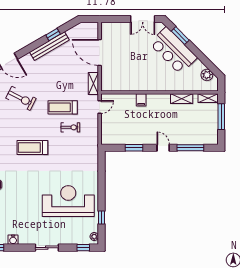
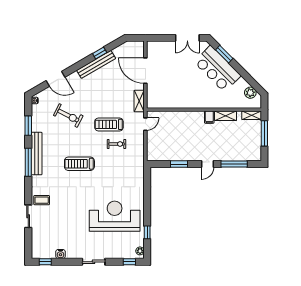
filing cabinet: (141, 100) -> (209, 117), moved
door: (163, 148) -> (207, 164), swing flipped

